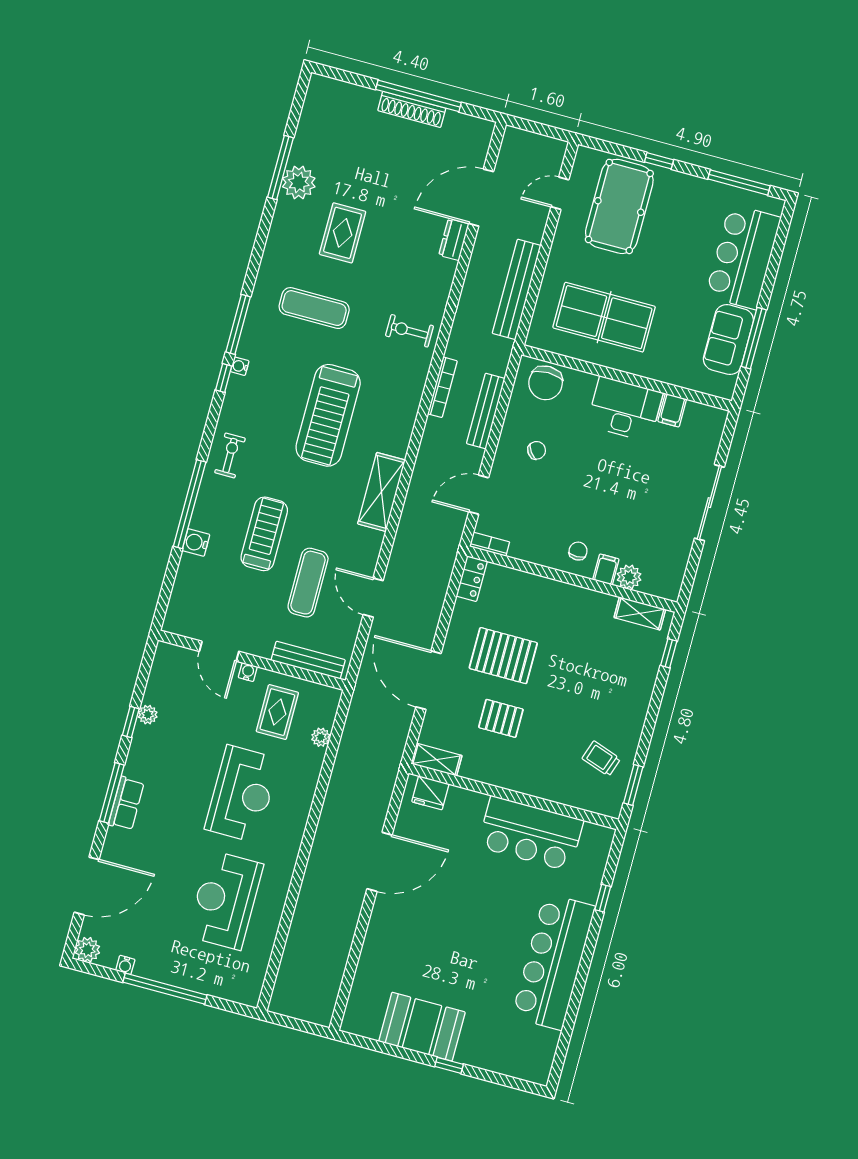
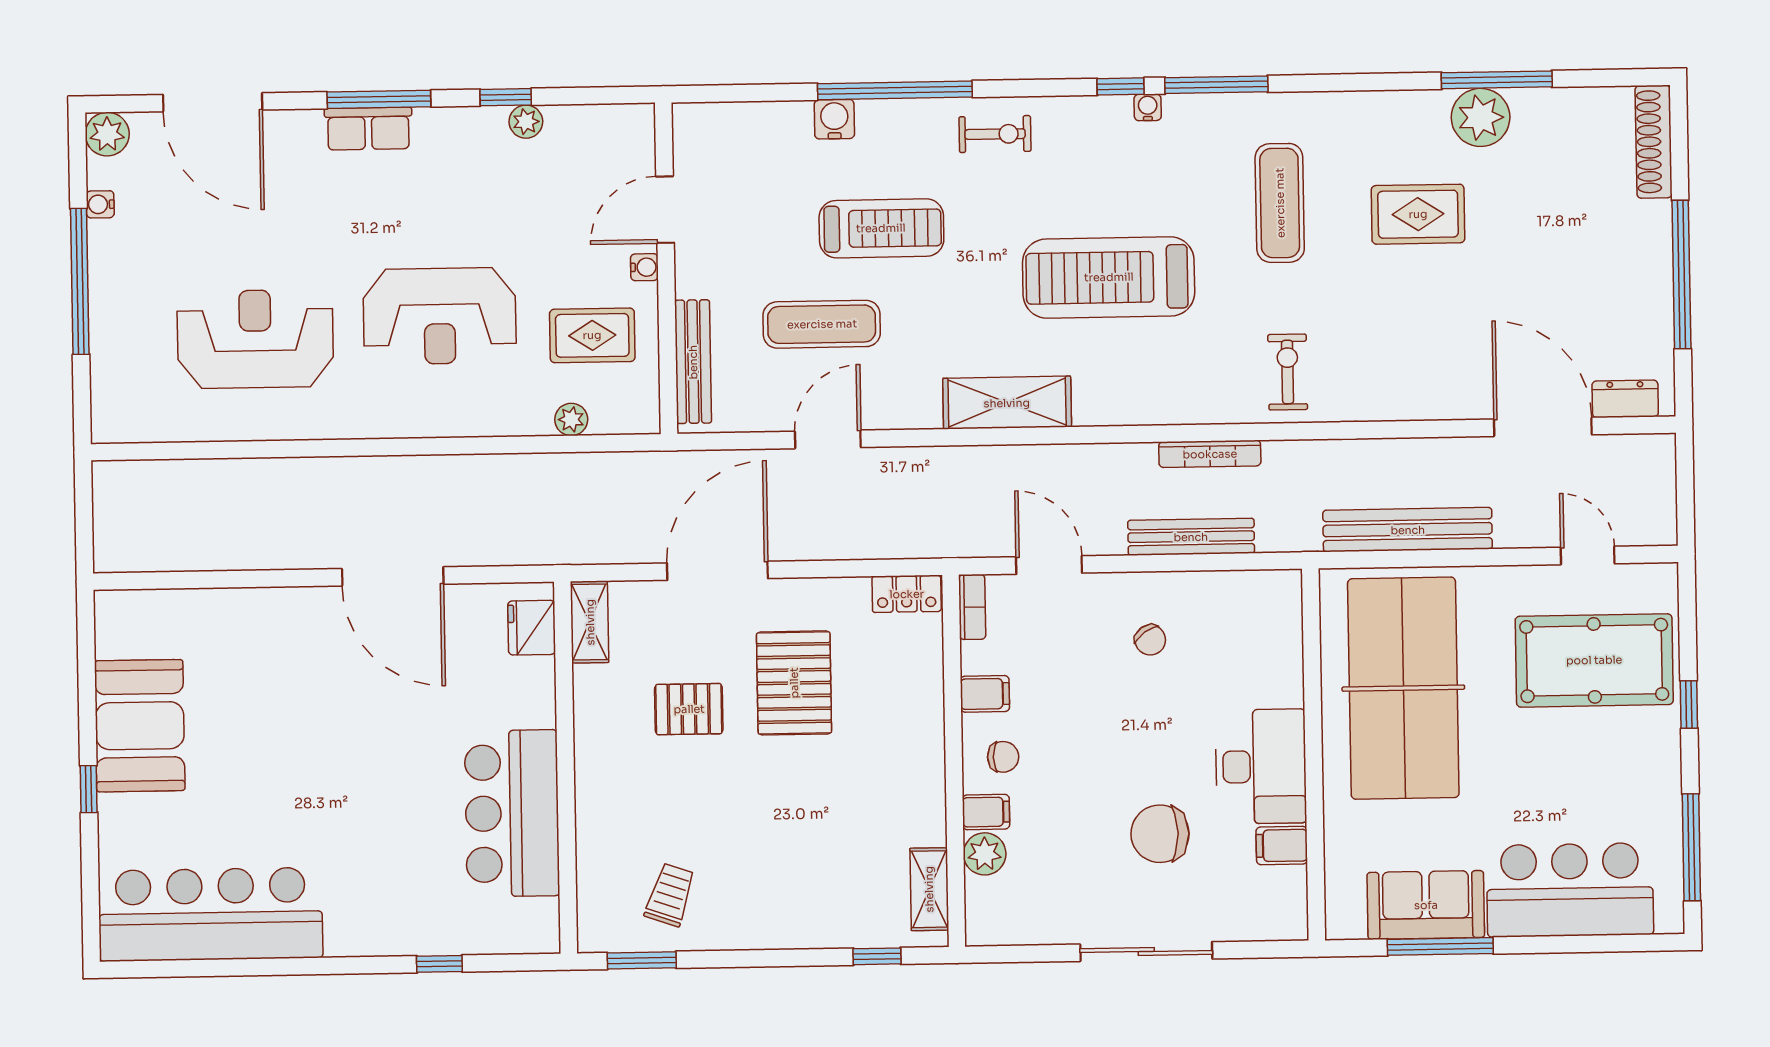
shoe rack: (412, 109) -> (1654, 142), moved
dresser: (454, 240) -> (1625, 399), moved
table tennis table: (604, 317) -> (1403, 688), width x1.36, depth x1.32
chair: (546, 383) -> (1160, 834), moved
filing cabinet: (540, 551) -> (985, 694), added
pallet: (501, 718) -> (689, 709), turned 90
bar counter: (553, 962) -> (211, 914), moved

